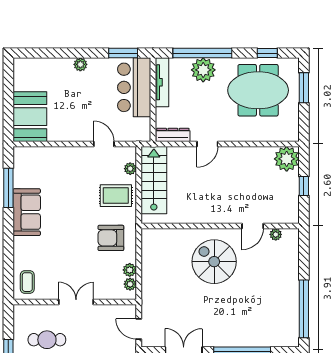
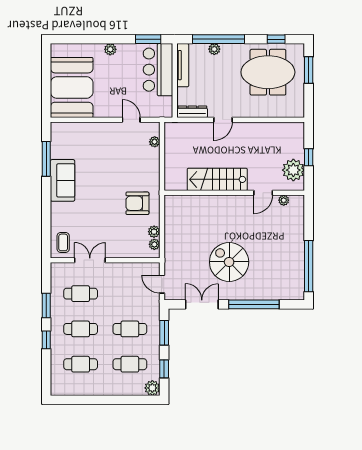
plant: (203, 70) -> (214, 49), width x0.53, depth x0.53
booth: (30, 117) -> (72, 88), width x1.36, depth x1.42
plant: (287, 159) -> (293, 170), moved
stairs: (154, 180) -> (217, 179), moved, turned -90
rug: (116, 196) -> (142, 166), removed
spiral stairs: (214, 262) -> (229, 262), moved
double door: (76, 302) -> (90, 260), moved

